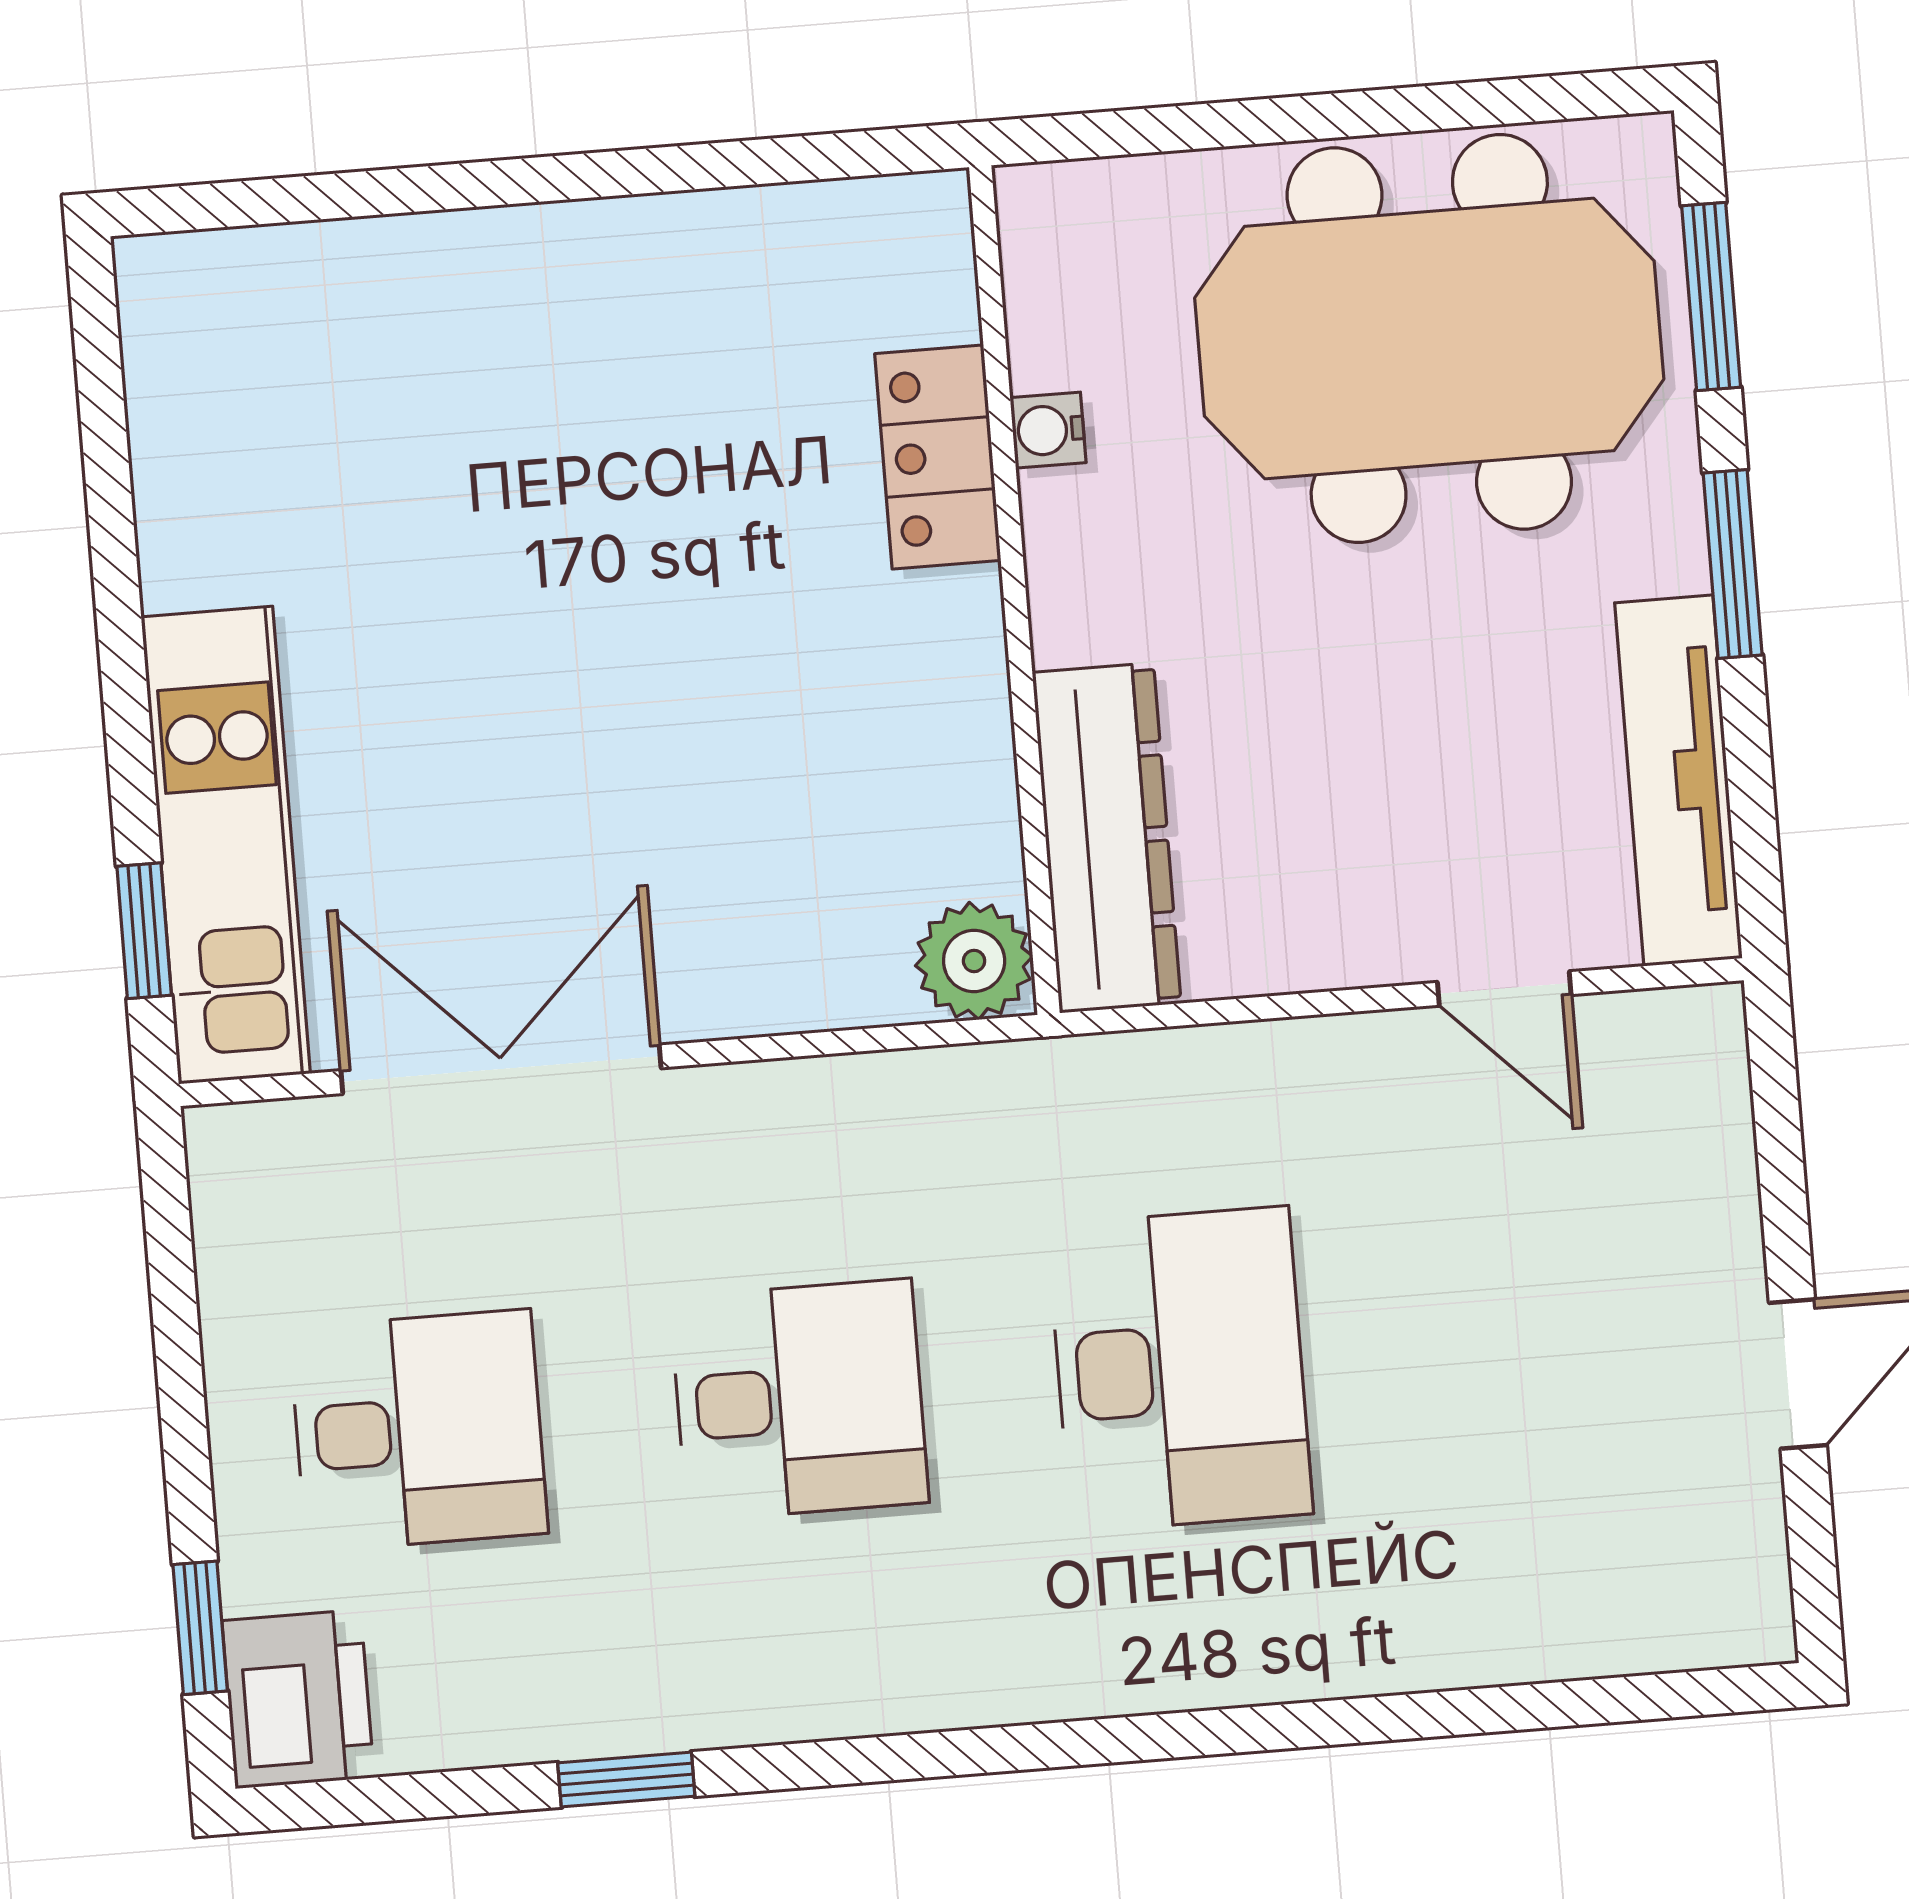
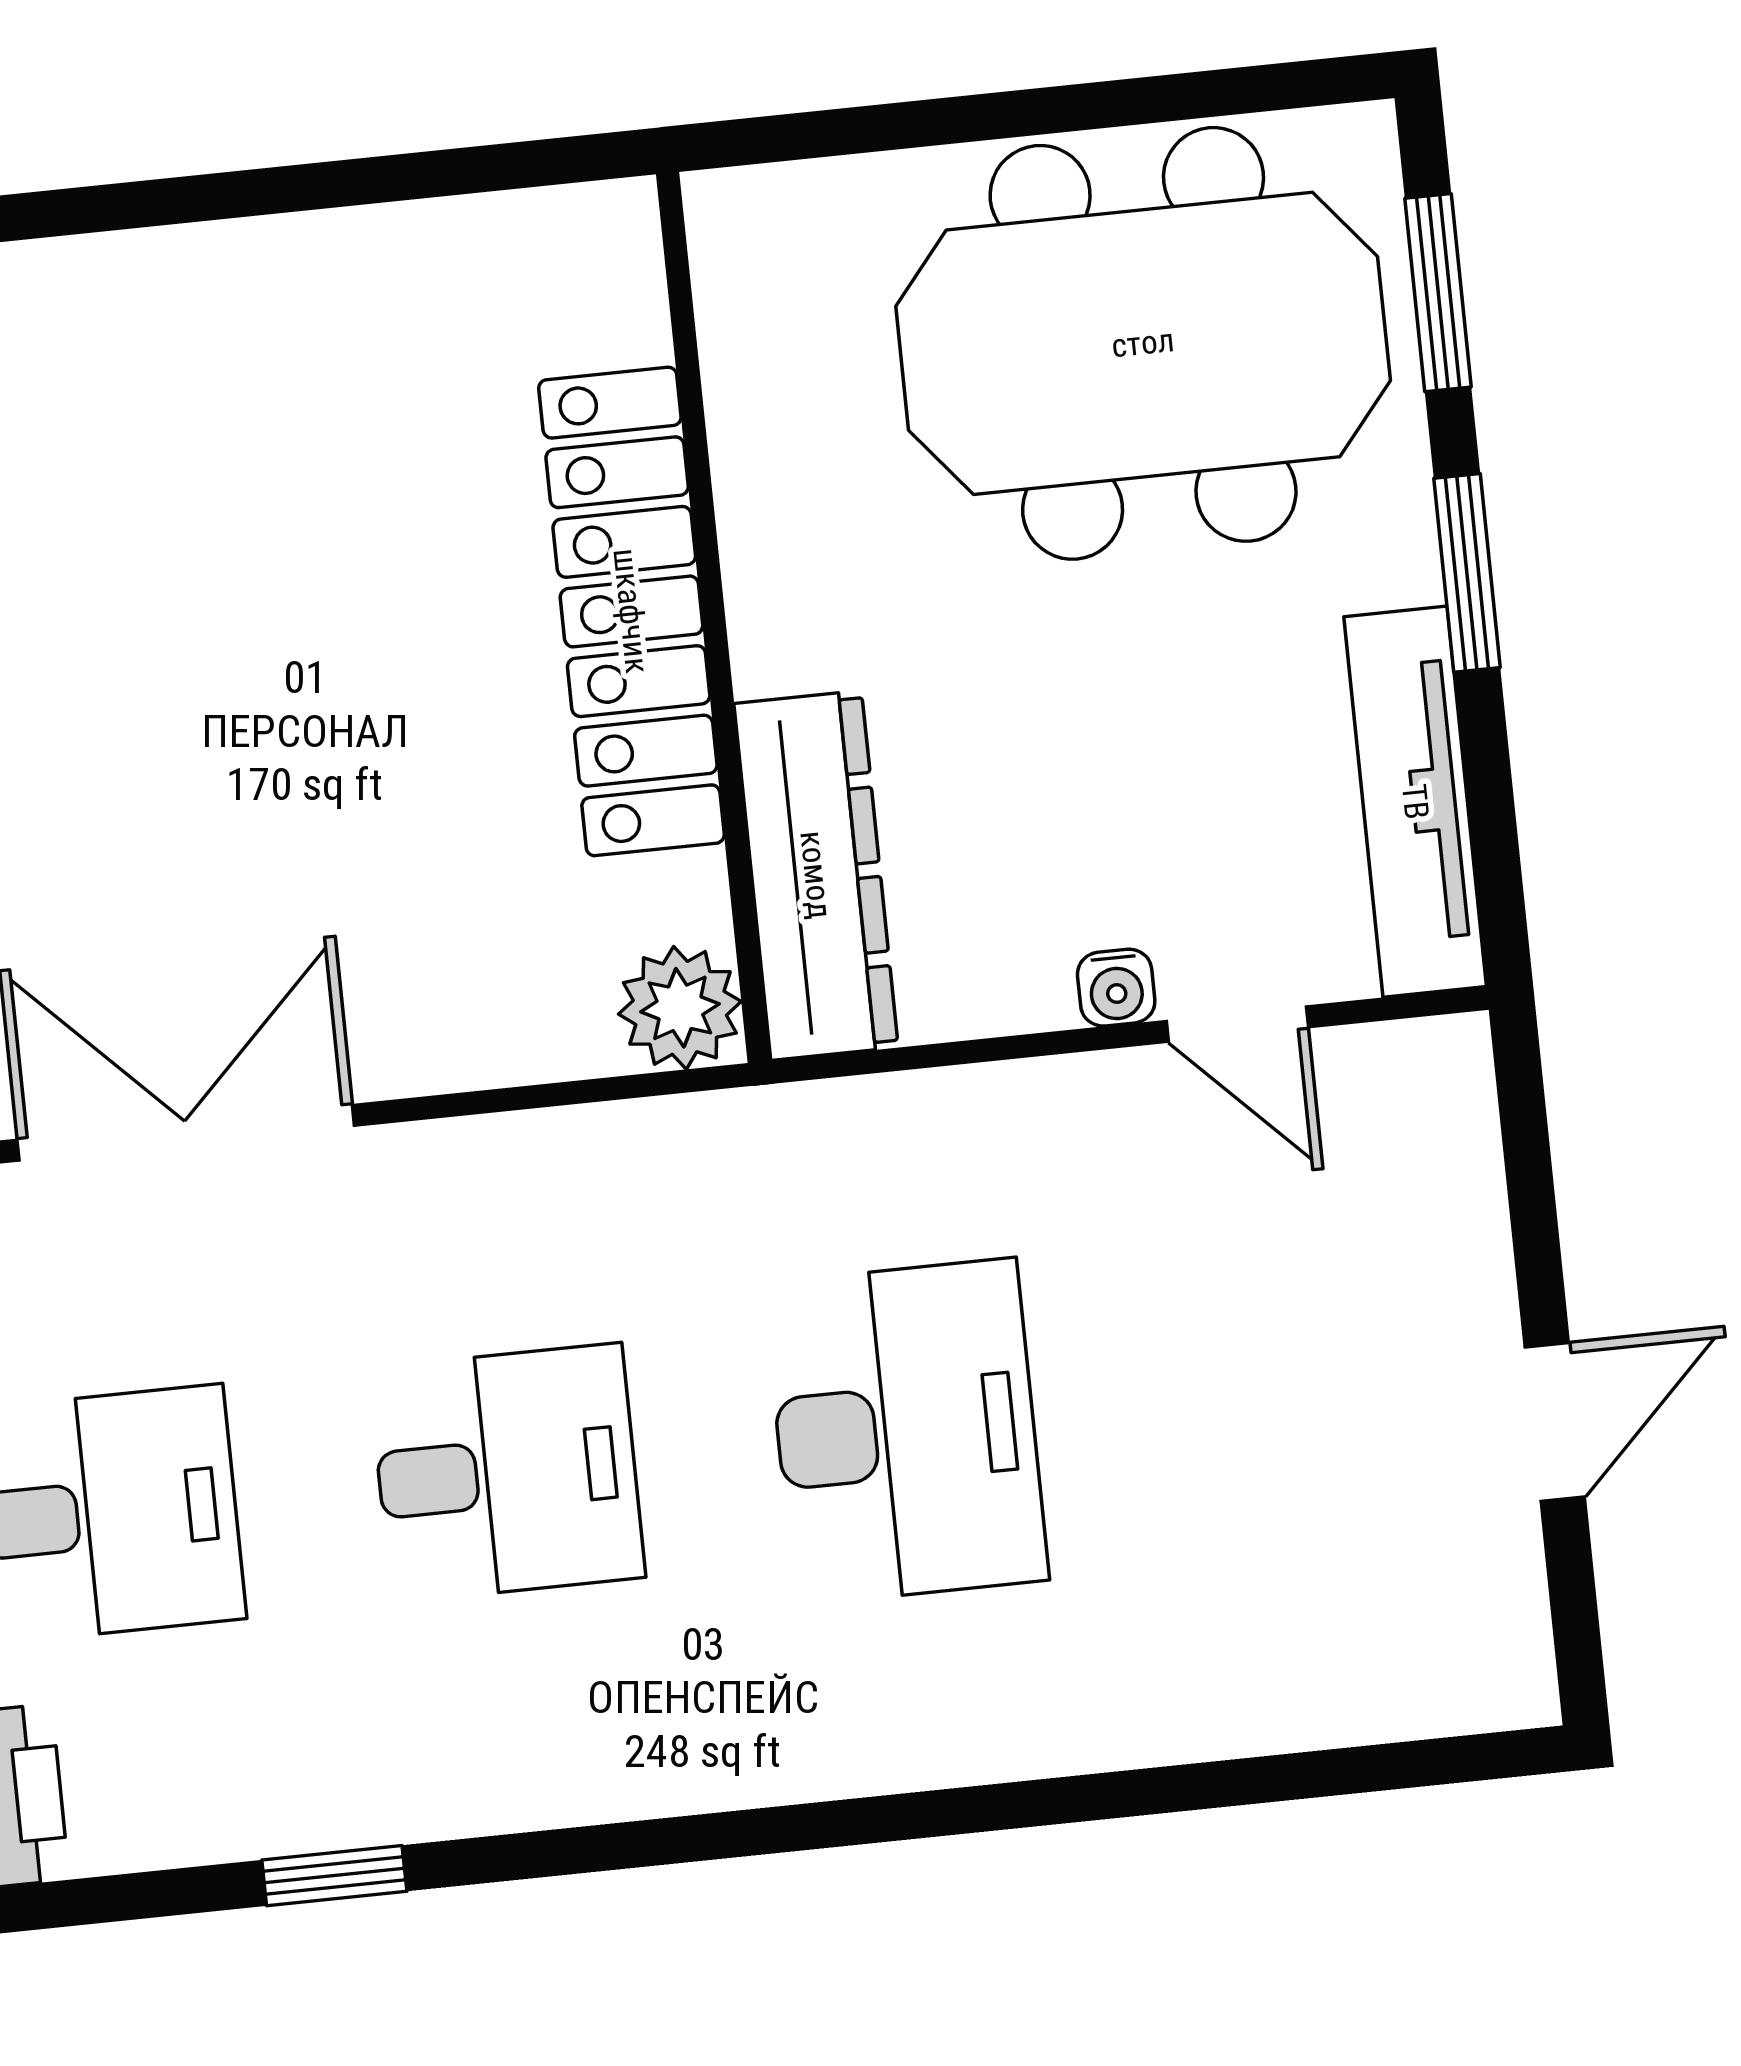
water cooler: (1048, 430) -> (1116, 988), moved, turned -90
locker: (938, 457) -> (631, 611), width x2.16, depth x1.21

